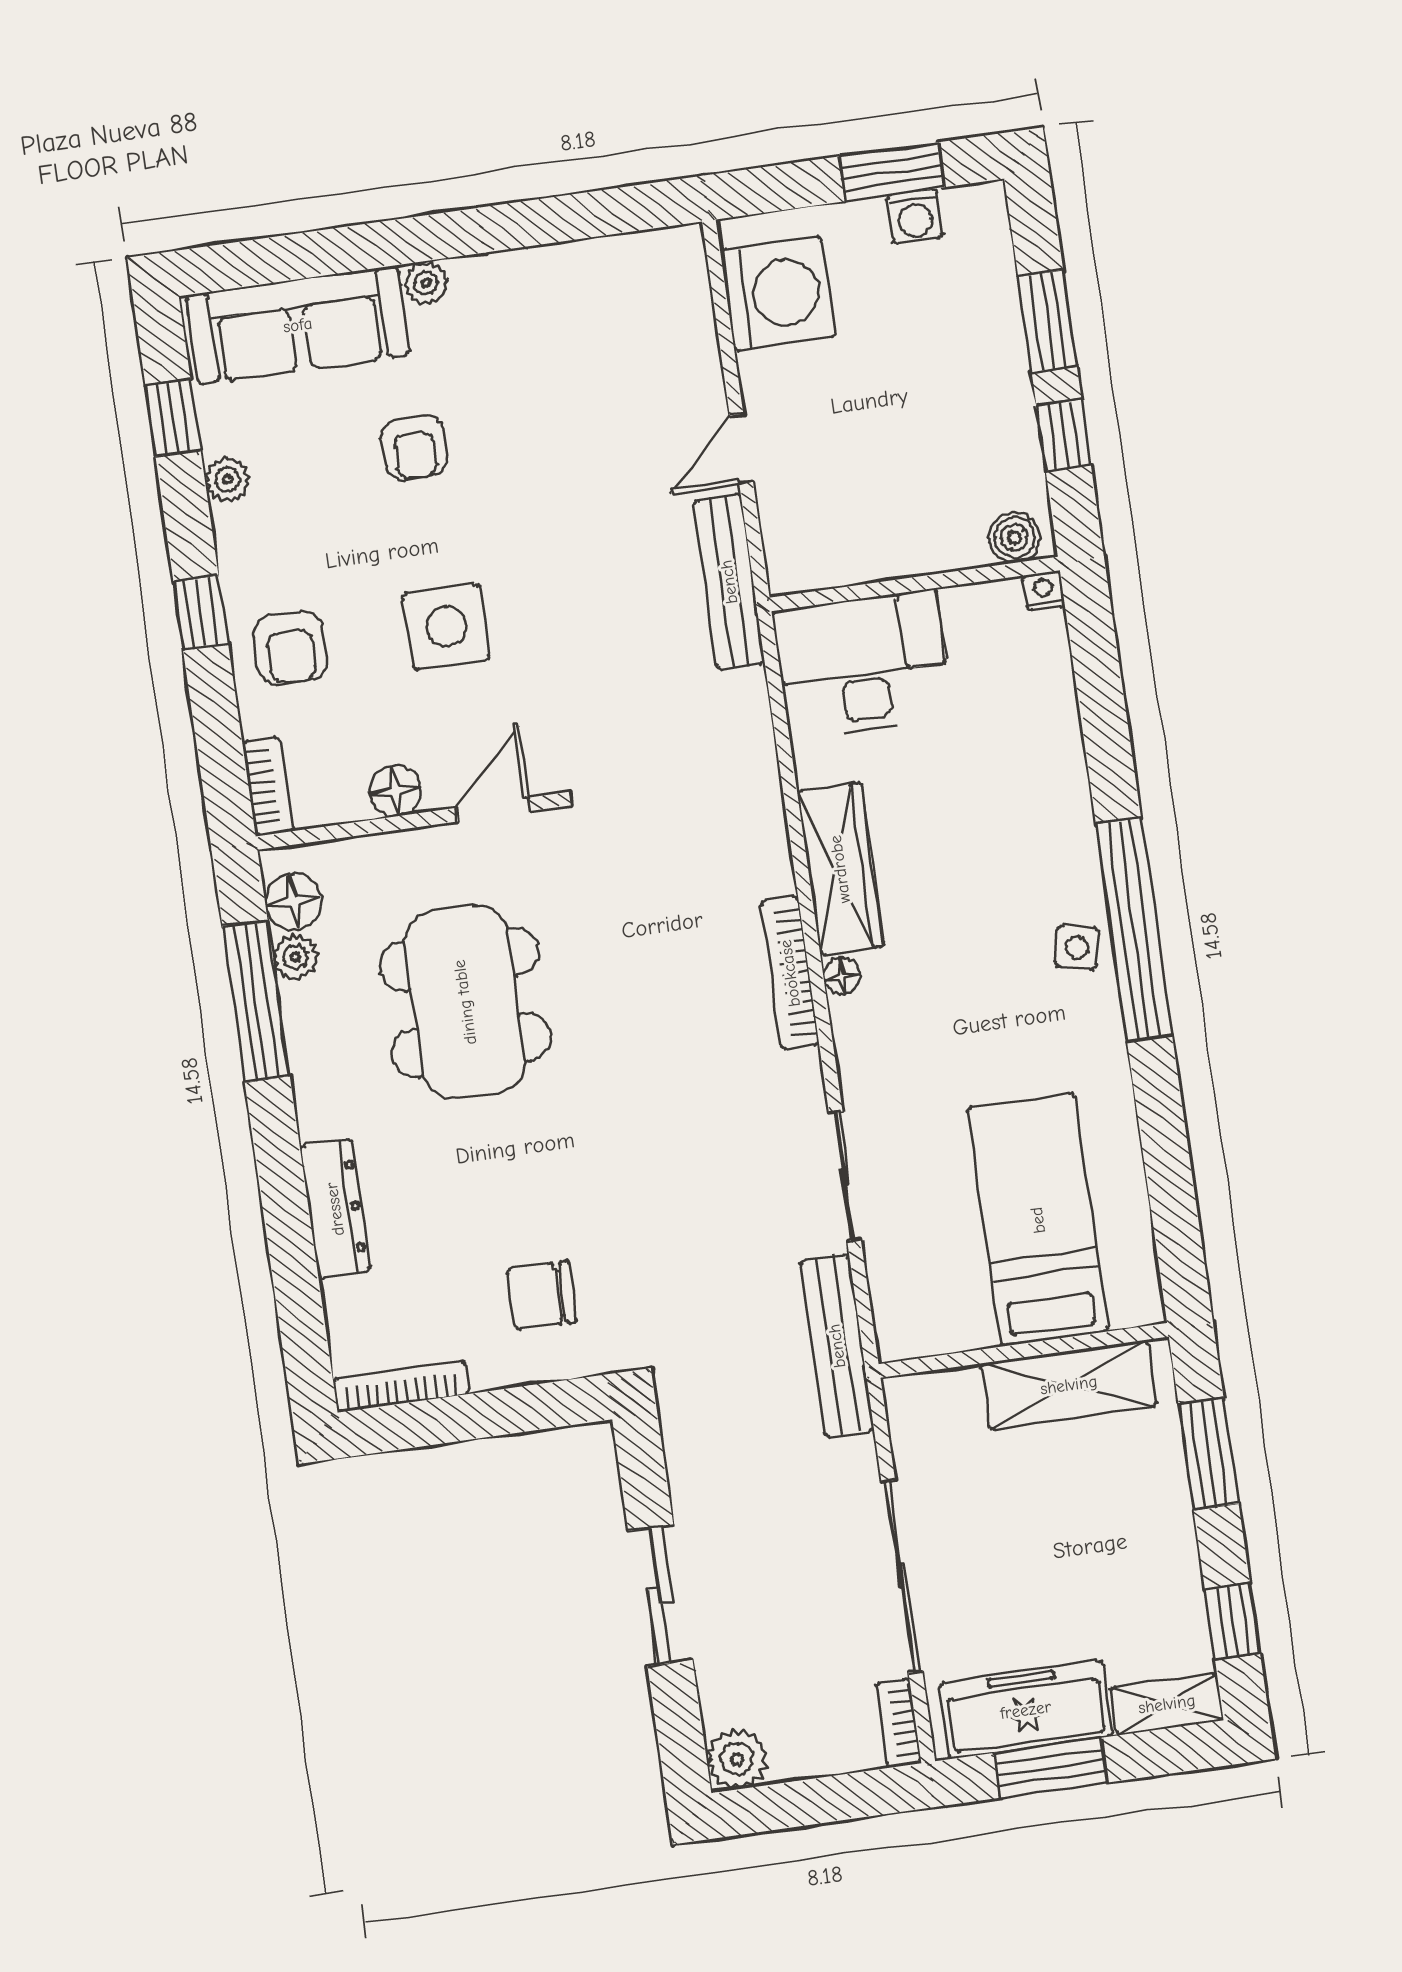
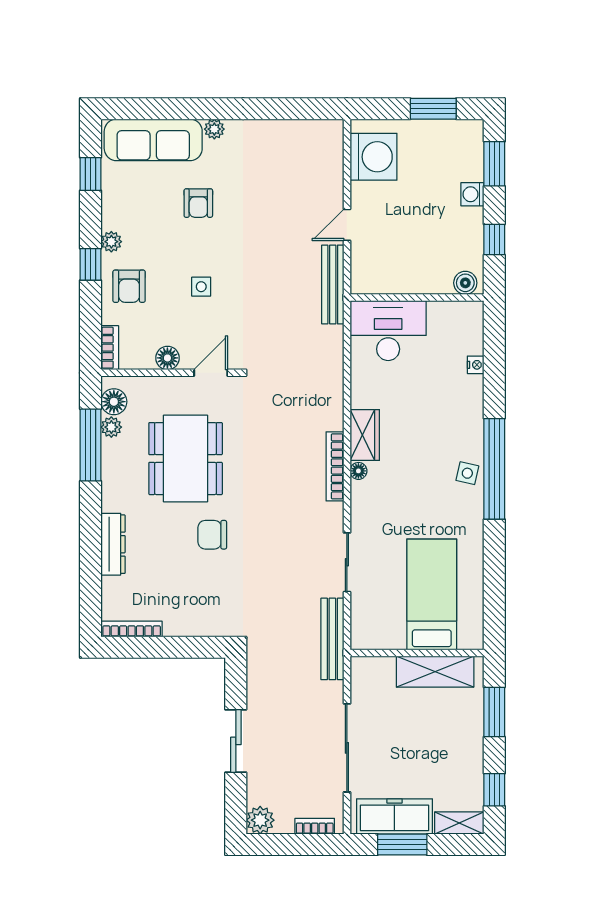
washing machine: (914, 217) -> (472, 194), moved, turned 90
window: (1047, 322) -> (494, 164), moved
plant: (227, 480) -> (111, 242), moved
nightstand: (1044, 591) -> (476, 365), moved, turned 90
side table: (446, 627) -> (201, 287), width x0.54, depth x0.54
wardrobe: (840, 869) -> (365, 435), width x0.67
chair: (542, 1295) -> (212, 535), moved
bookcase: (899, 1723) -> (315, 826), moved, turned 90

